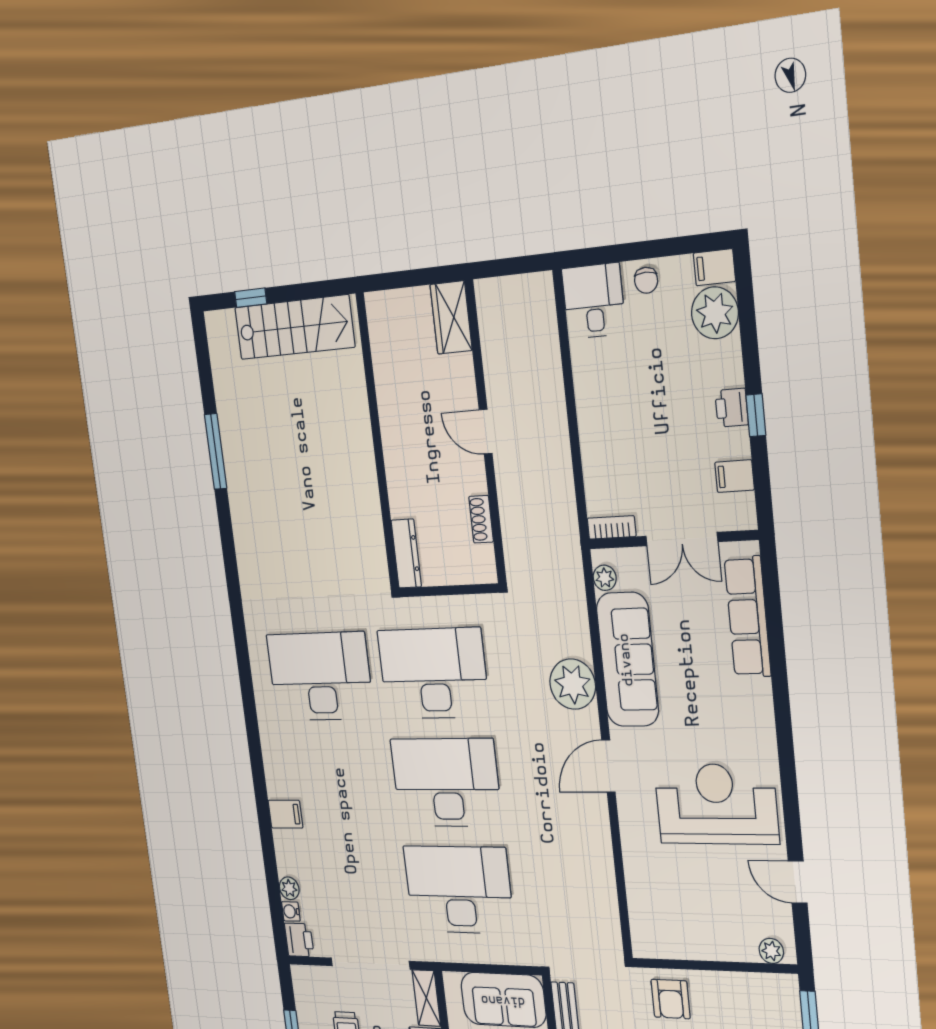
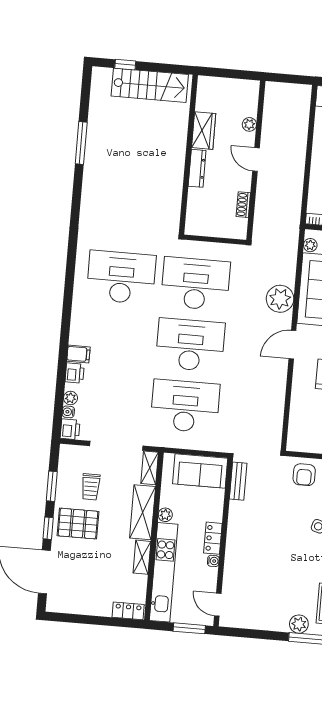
wardrobe: (451, 317) -> (204, 131), moved, turned 180
plant: (463, 368) -> (249, 124), added
dresser: (406, 554) -> (197, 168), moved
printer: (286, 846) -> (75, 373), added

